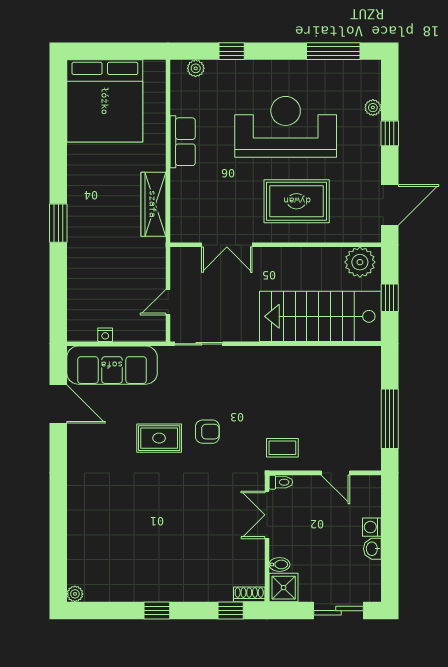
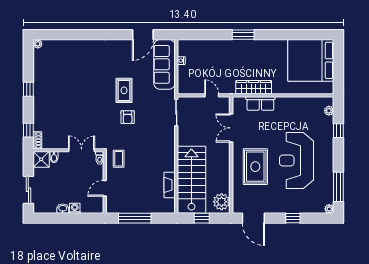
plant: (373, 108) -> (329, 209), moved
reception desk: (286, 127) -> (297, 161), turned 180
row of seats: (183, 142) -> (260, 103), moved
door: (168, 302) -> (212, 95), moved
fireplace: (330, 356) -> (170, 185), added

